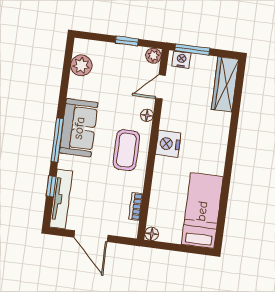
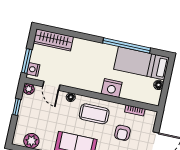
nightstand: (168, 144) -> (112, 88), moved
window: (226, 188) -> (127, 46), added
armchair: (103, 192) -> (122, 133), added
floor lamp: (152, 234) -> (159, 85), moved

